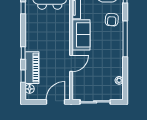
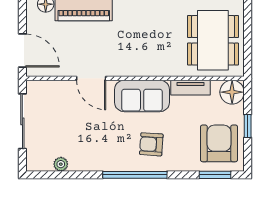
armchair: (112, 20) -> (151, 144), moved

